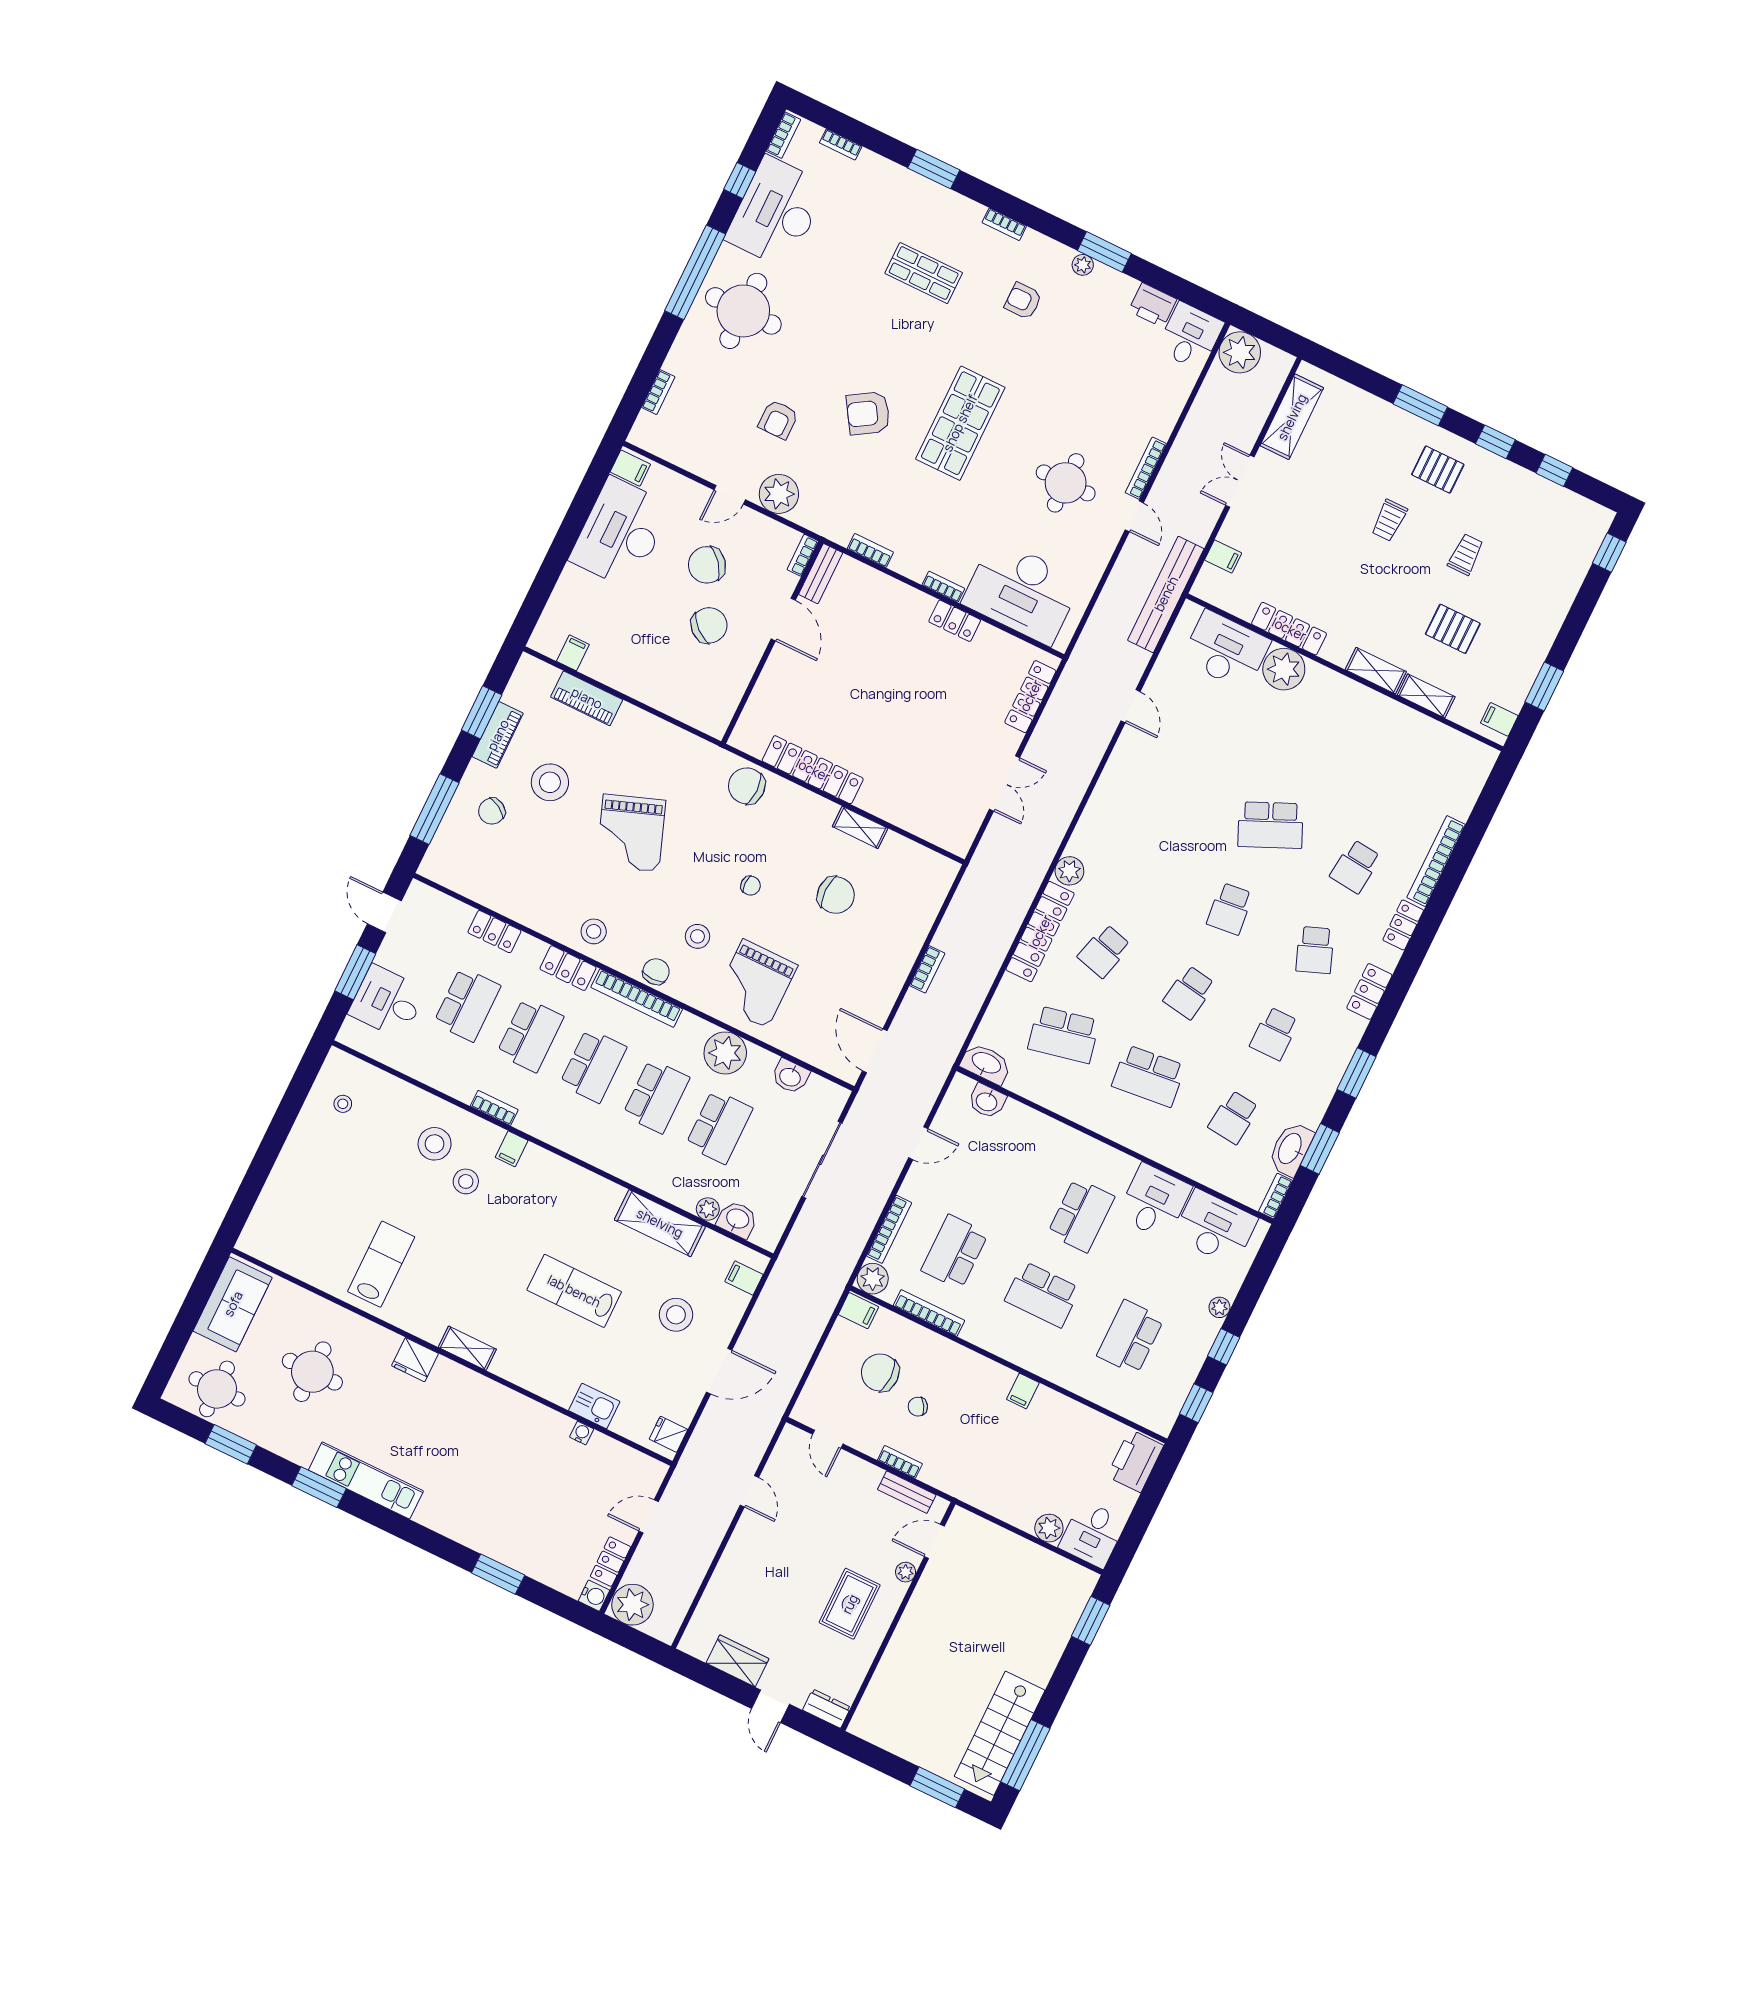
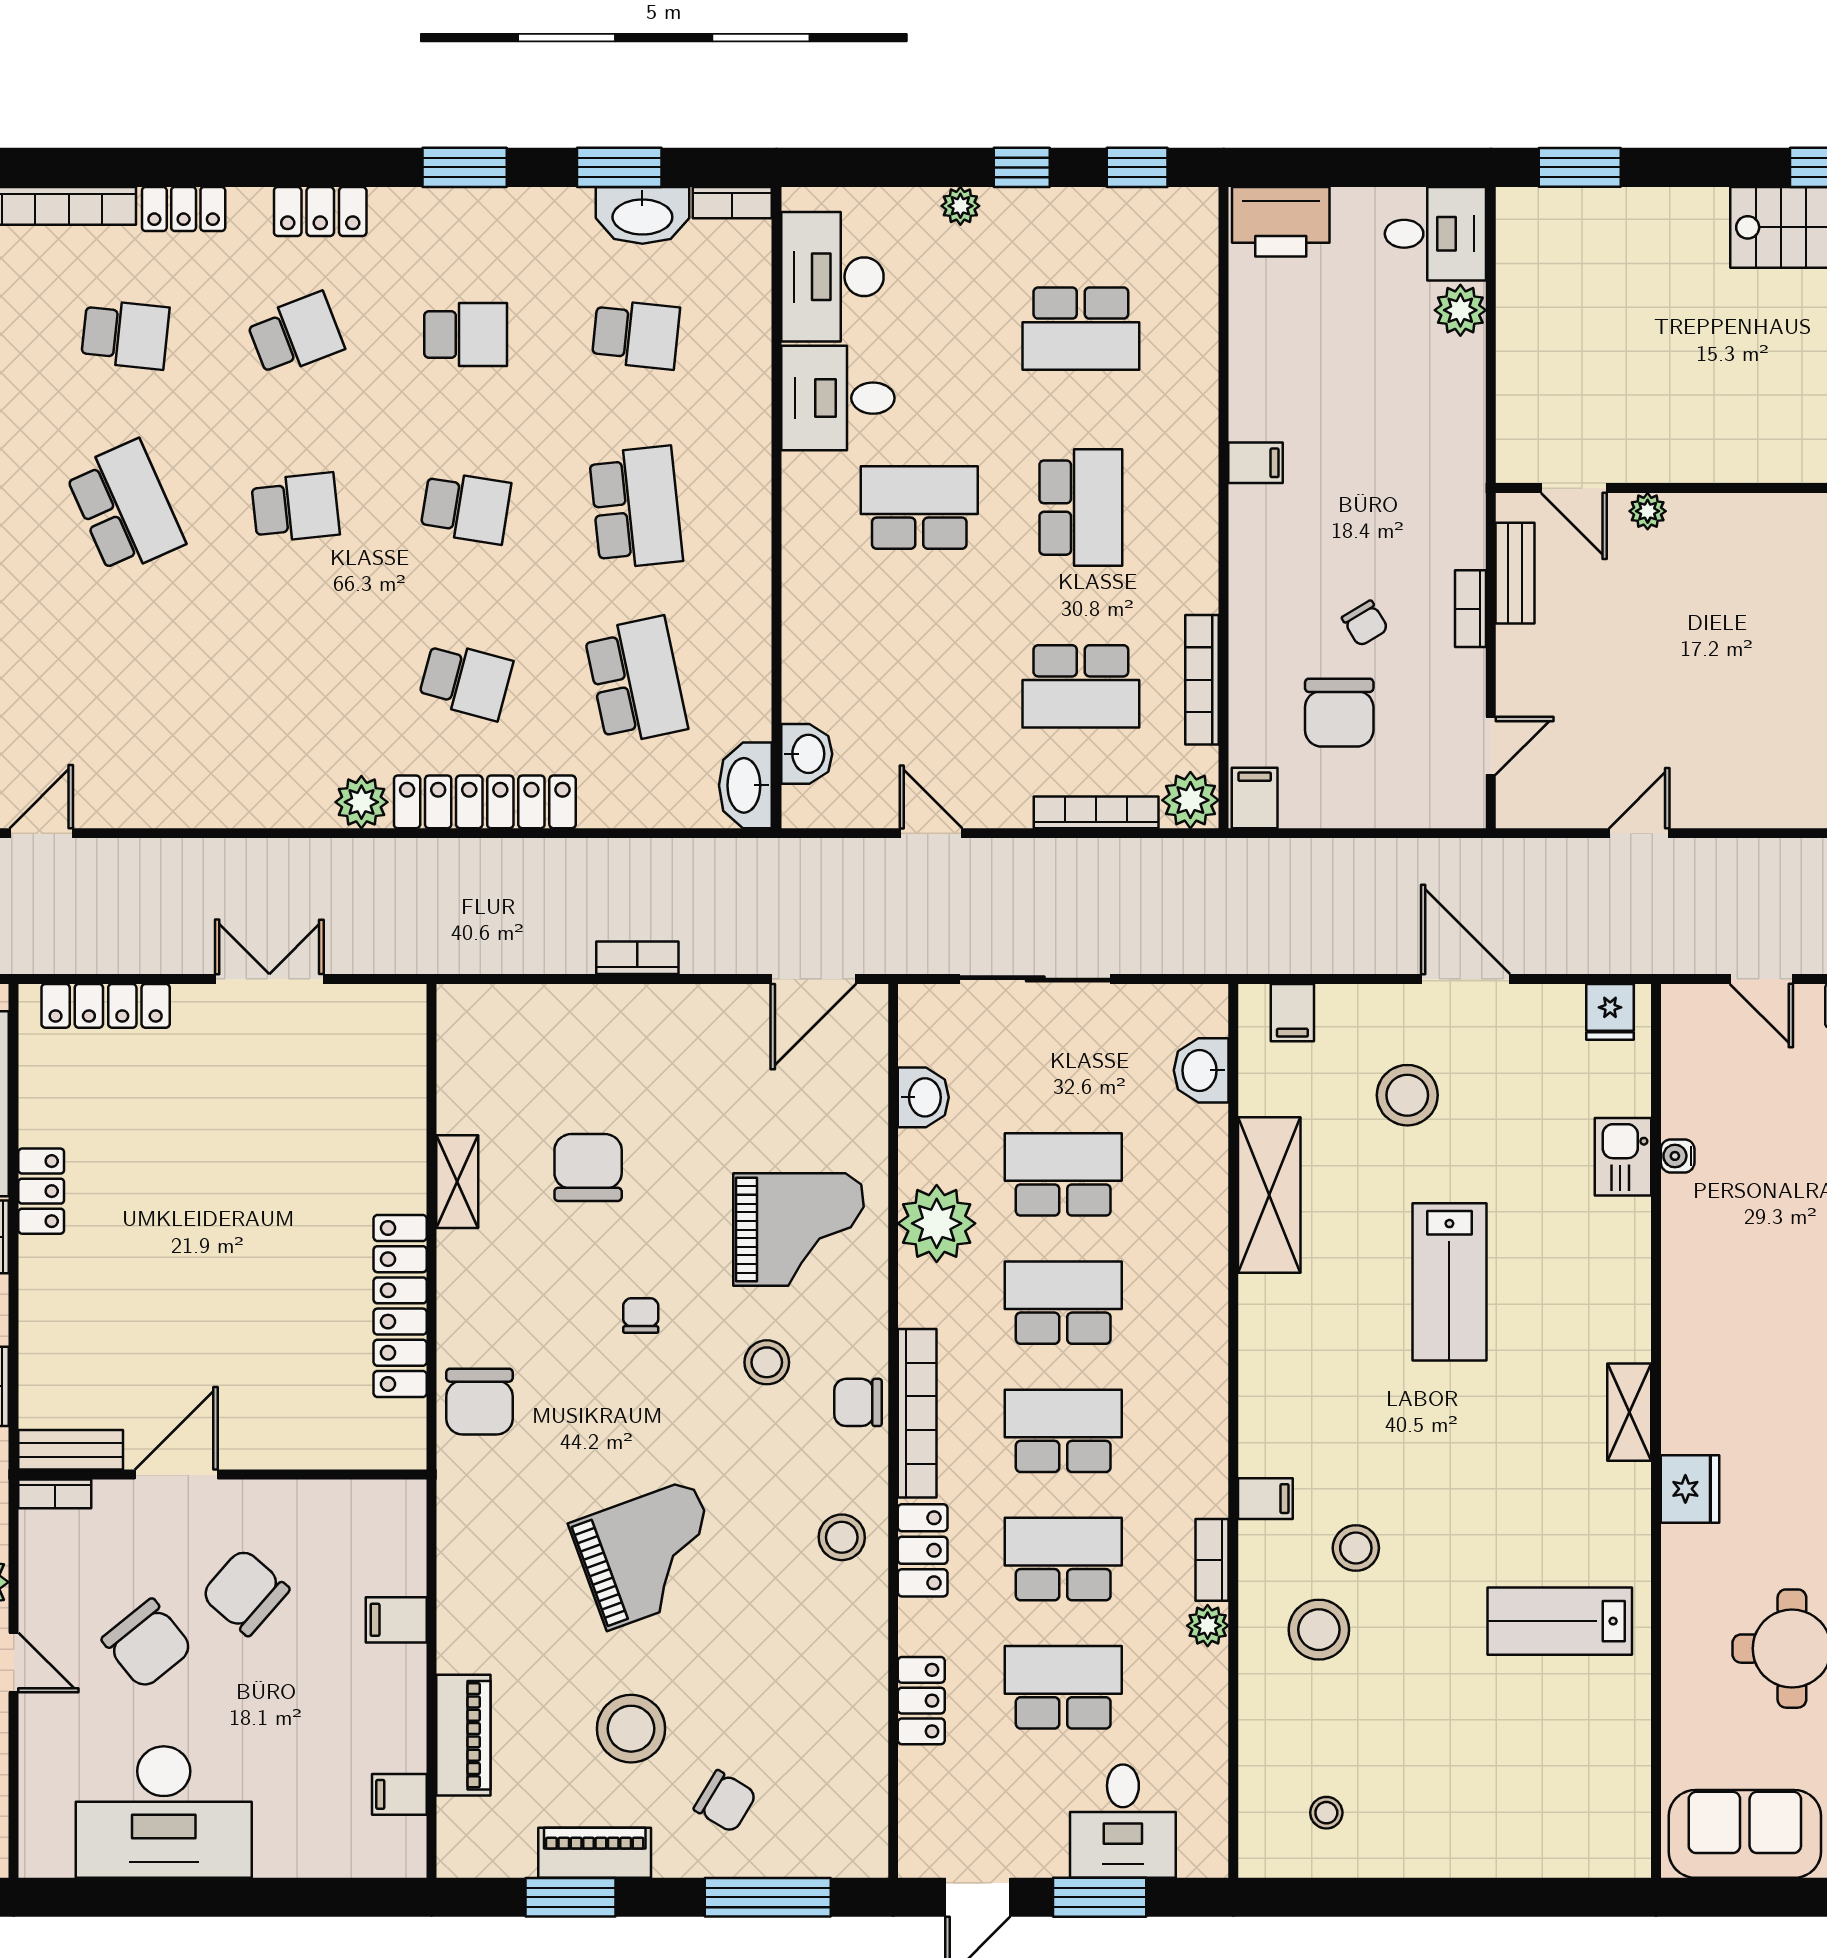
filing cabinet: (630, 468) -> (396, 1620), moved, turned -90
plant: (708, 1209) -> (1208, 1626), moved
rug: (850, 1604) -> (1744, 578), removed

